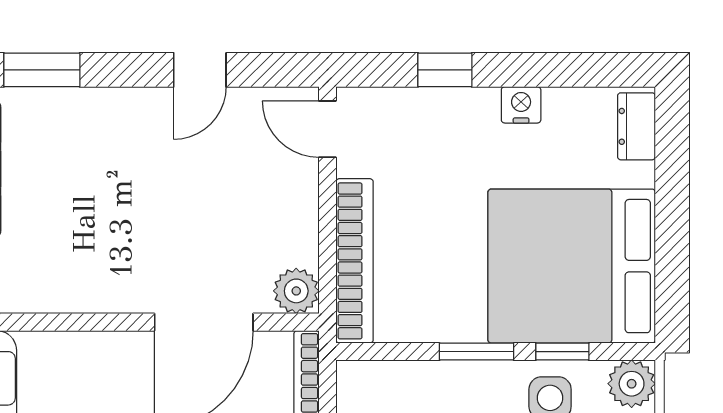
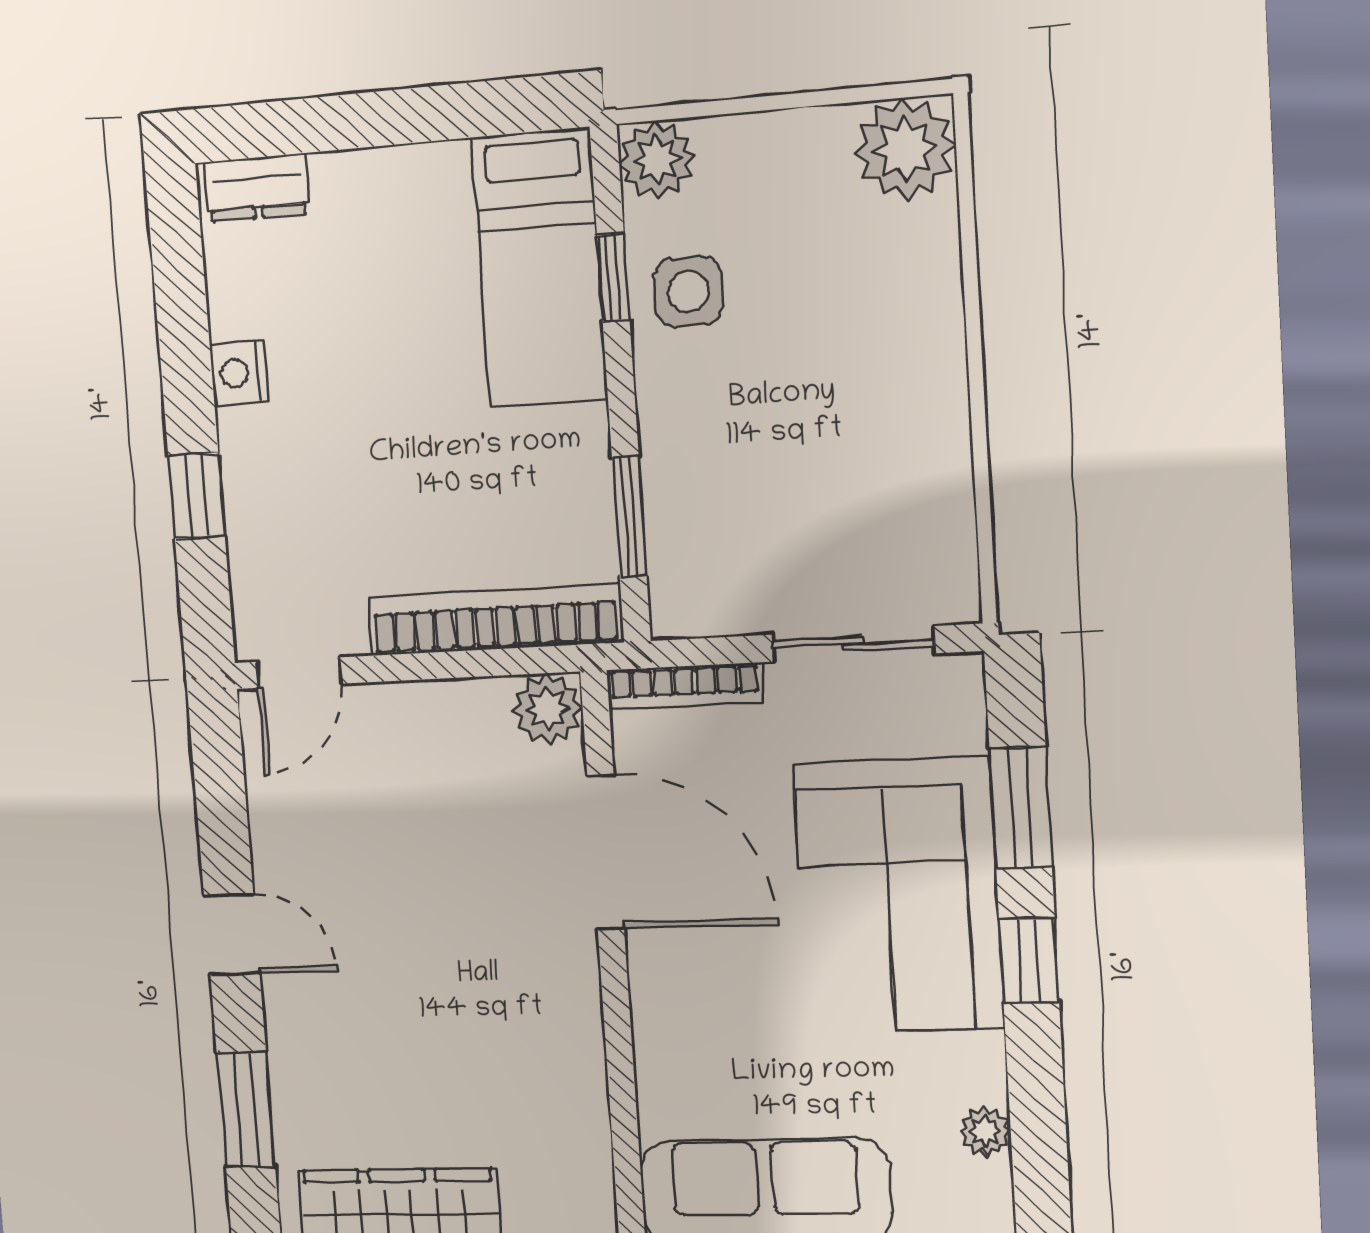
door: (200, 70) -> (232, 934), moved
bed: (572, 266) -> (540, 268), width x0.49
window: (477, 352) -> (629, 517), moved

